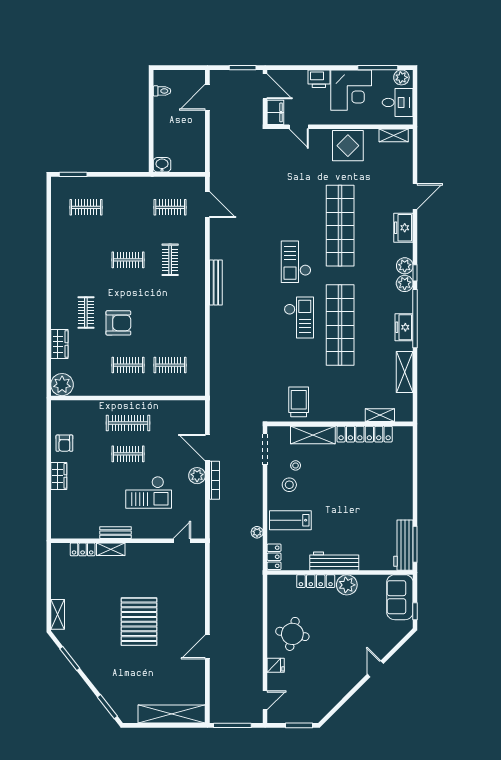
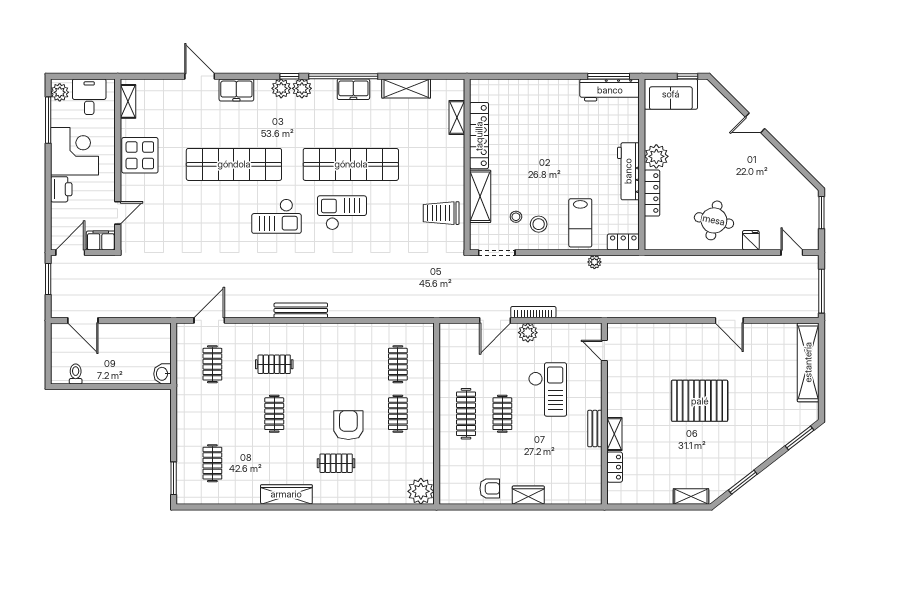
wardrobe: (59, 344) -> (286, 494), moved, width x1.50

